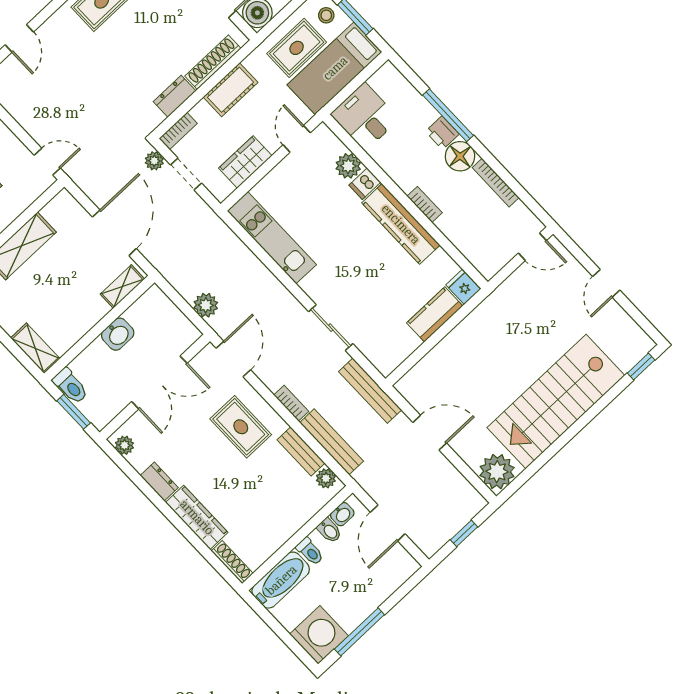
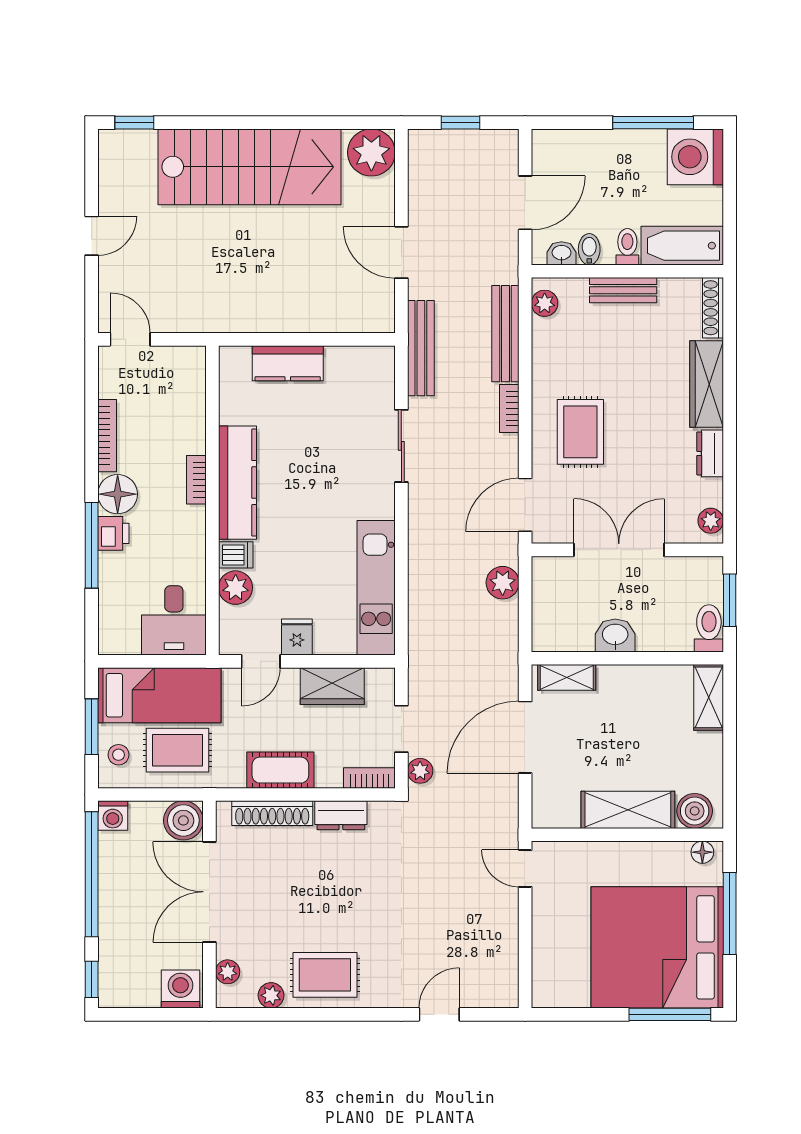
fridge: (463, 287) -> (297, 637), moved, turned 180
bench: (301, 451) -> (623, 290), moved, turned 90

